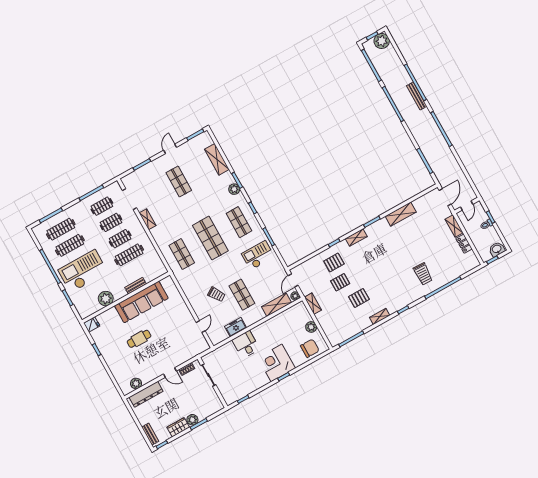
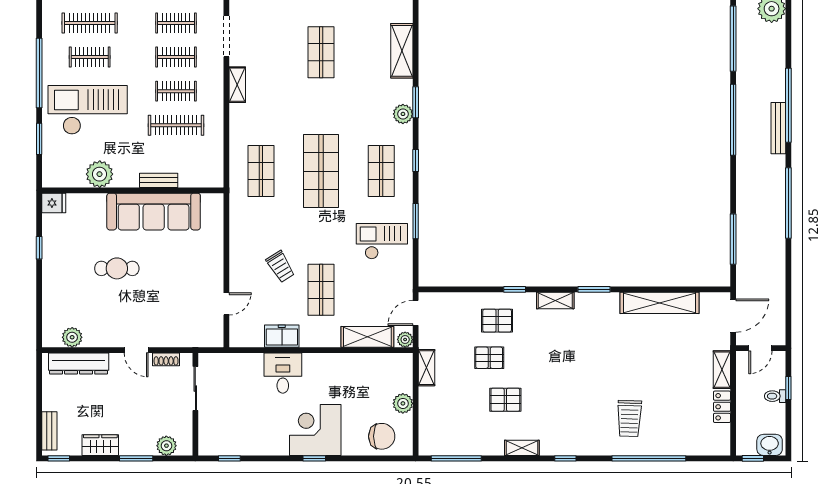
shelving: (401, 214) -> (660, 303), width x1.47
clothes rail: (70, 245) -> (90, 57), width x0.73
plant: (192, 420) -> (166, 446), moved

